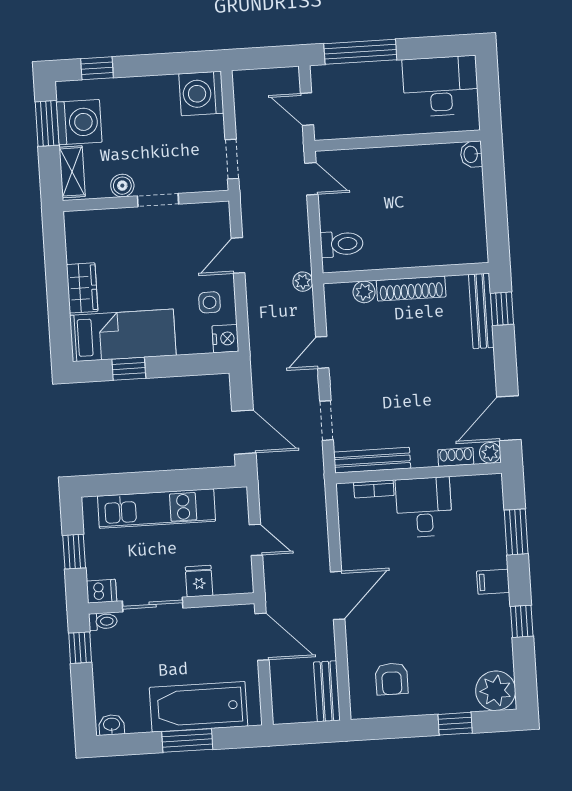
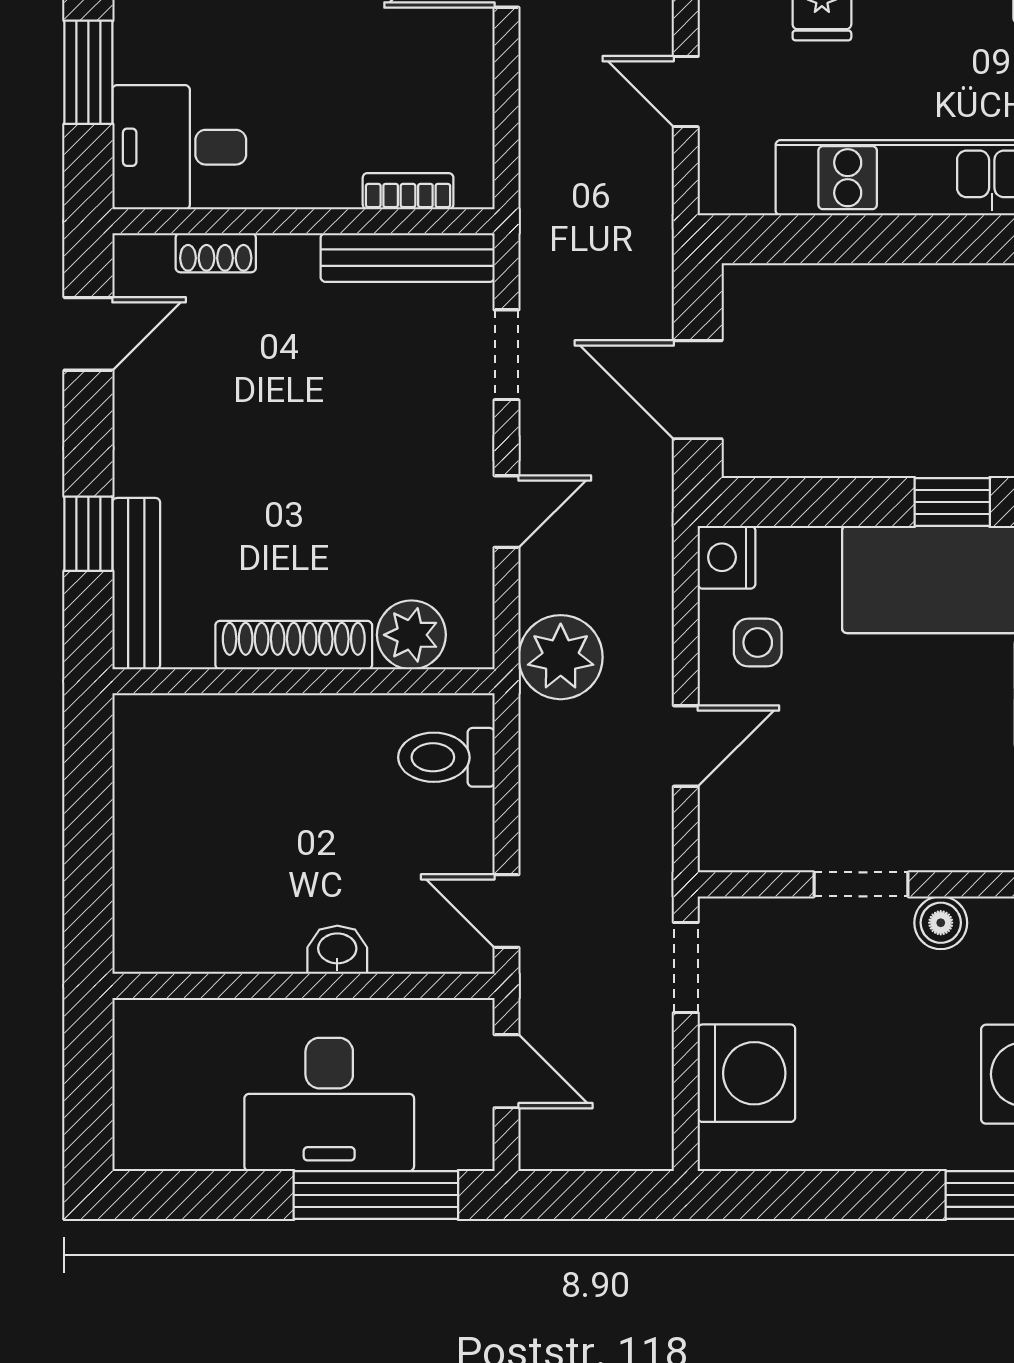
desk: (441, 86) -> (329, 1104), moved
washing machine: (201, 93) -> (746, 1073), moved
washbasin: (471, 154) -> (337, 950), moved, turned -90
plant: (303, 282) -> (561, 657), width x1.87, depth x1.87
plant: (364, 292) -> (411, 635), width x1.38, depth x1.38
window: (502, 309) -> (88, 534), moved
door: (509, 418) -> (88, 334), width x0.73
door: (244, 432) -> (698, 390), moved
plant: (490, 453) -> (136, 257), removed
desk: (424, 507) -> (179, 147), moved, turned 90

